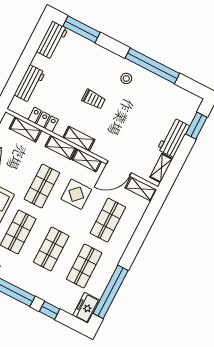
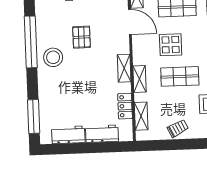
workbench: (52, 40) -> (68, 135), moved
stool: (126, 78) -> (53, 57), width x1.89, depth x1.89
trolley: (94, 99) -> (85, 74), removed
pallet: (130, 115) -> (81, 37), added
shelving: (87, 160) -> (138, 52), removed

